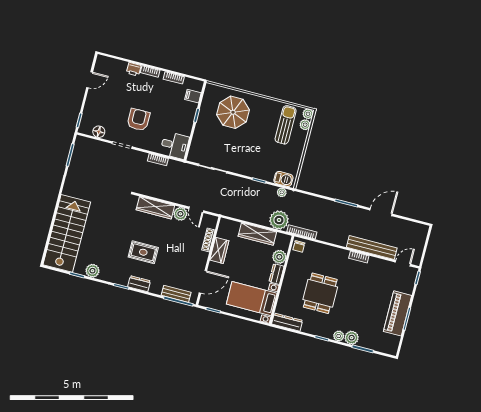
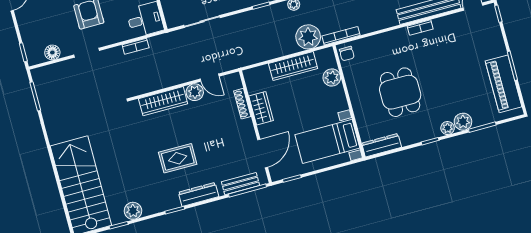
dresser: (276, 274) -> (339, 98), removed
dresser: (139, 284) -> (199, 194), width x1.44
piano: (398, 313) -> (504, 84), moved

